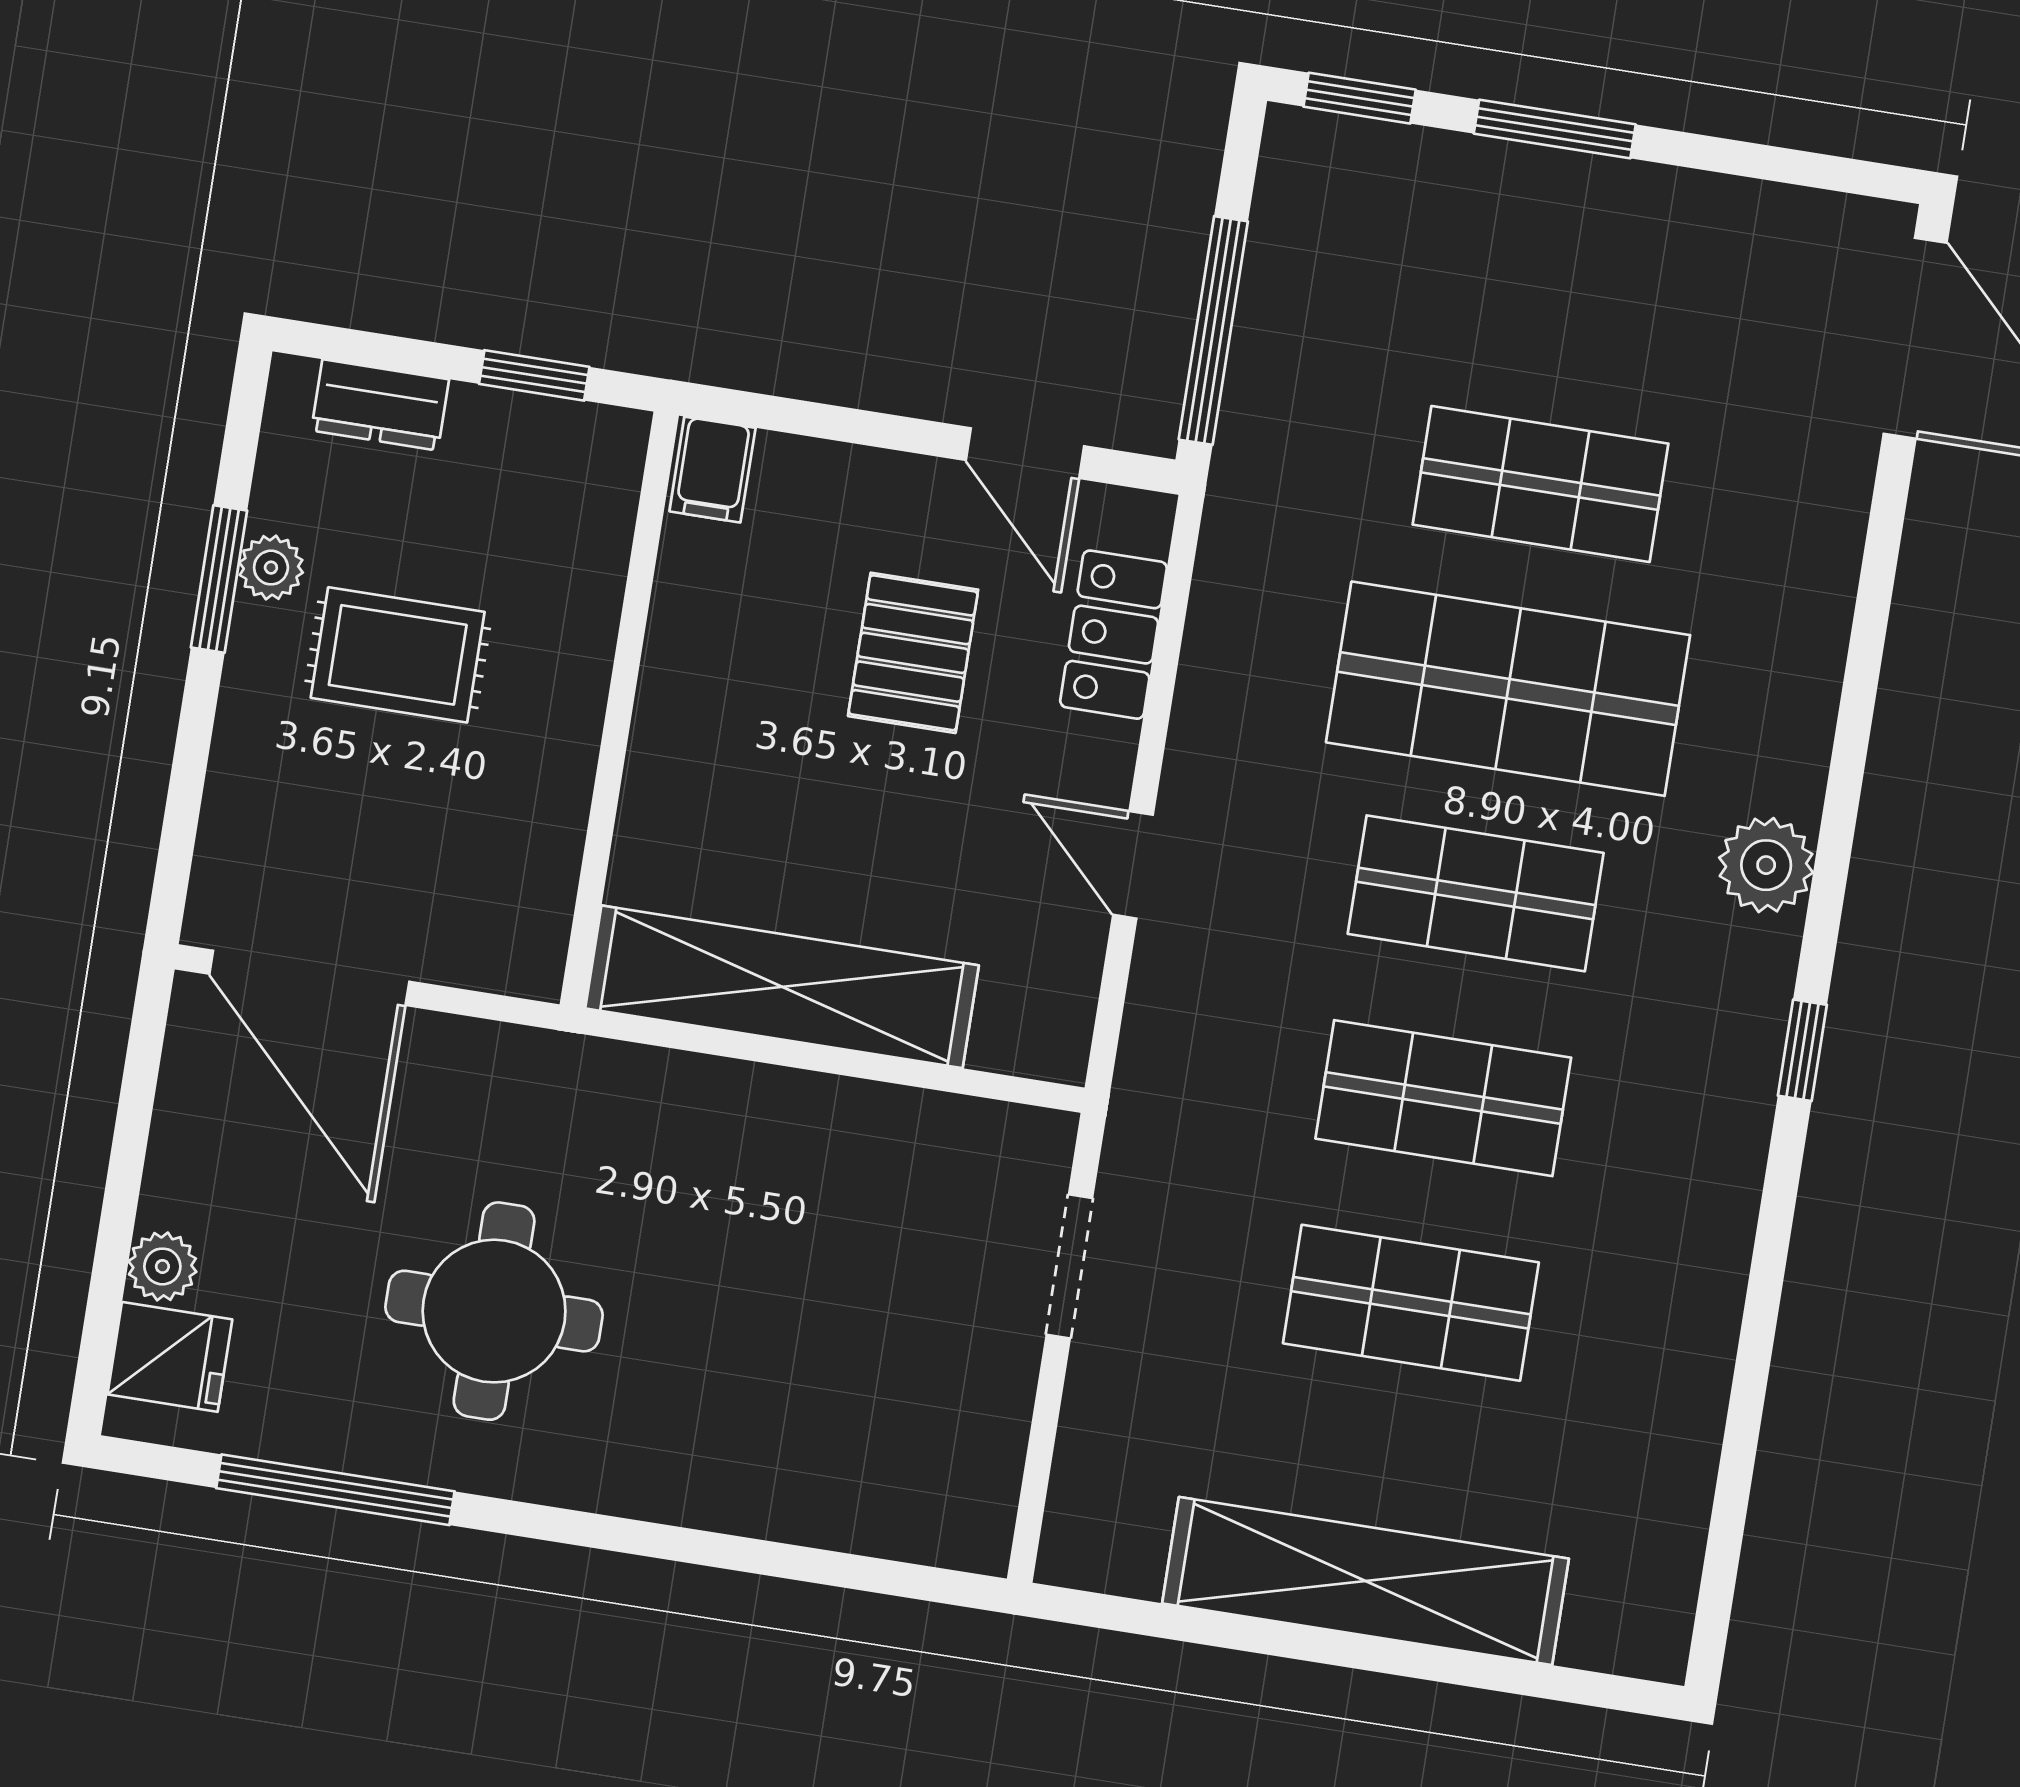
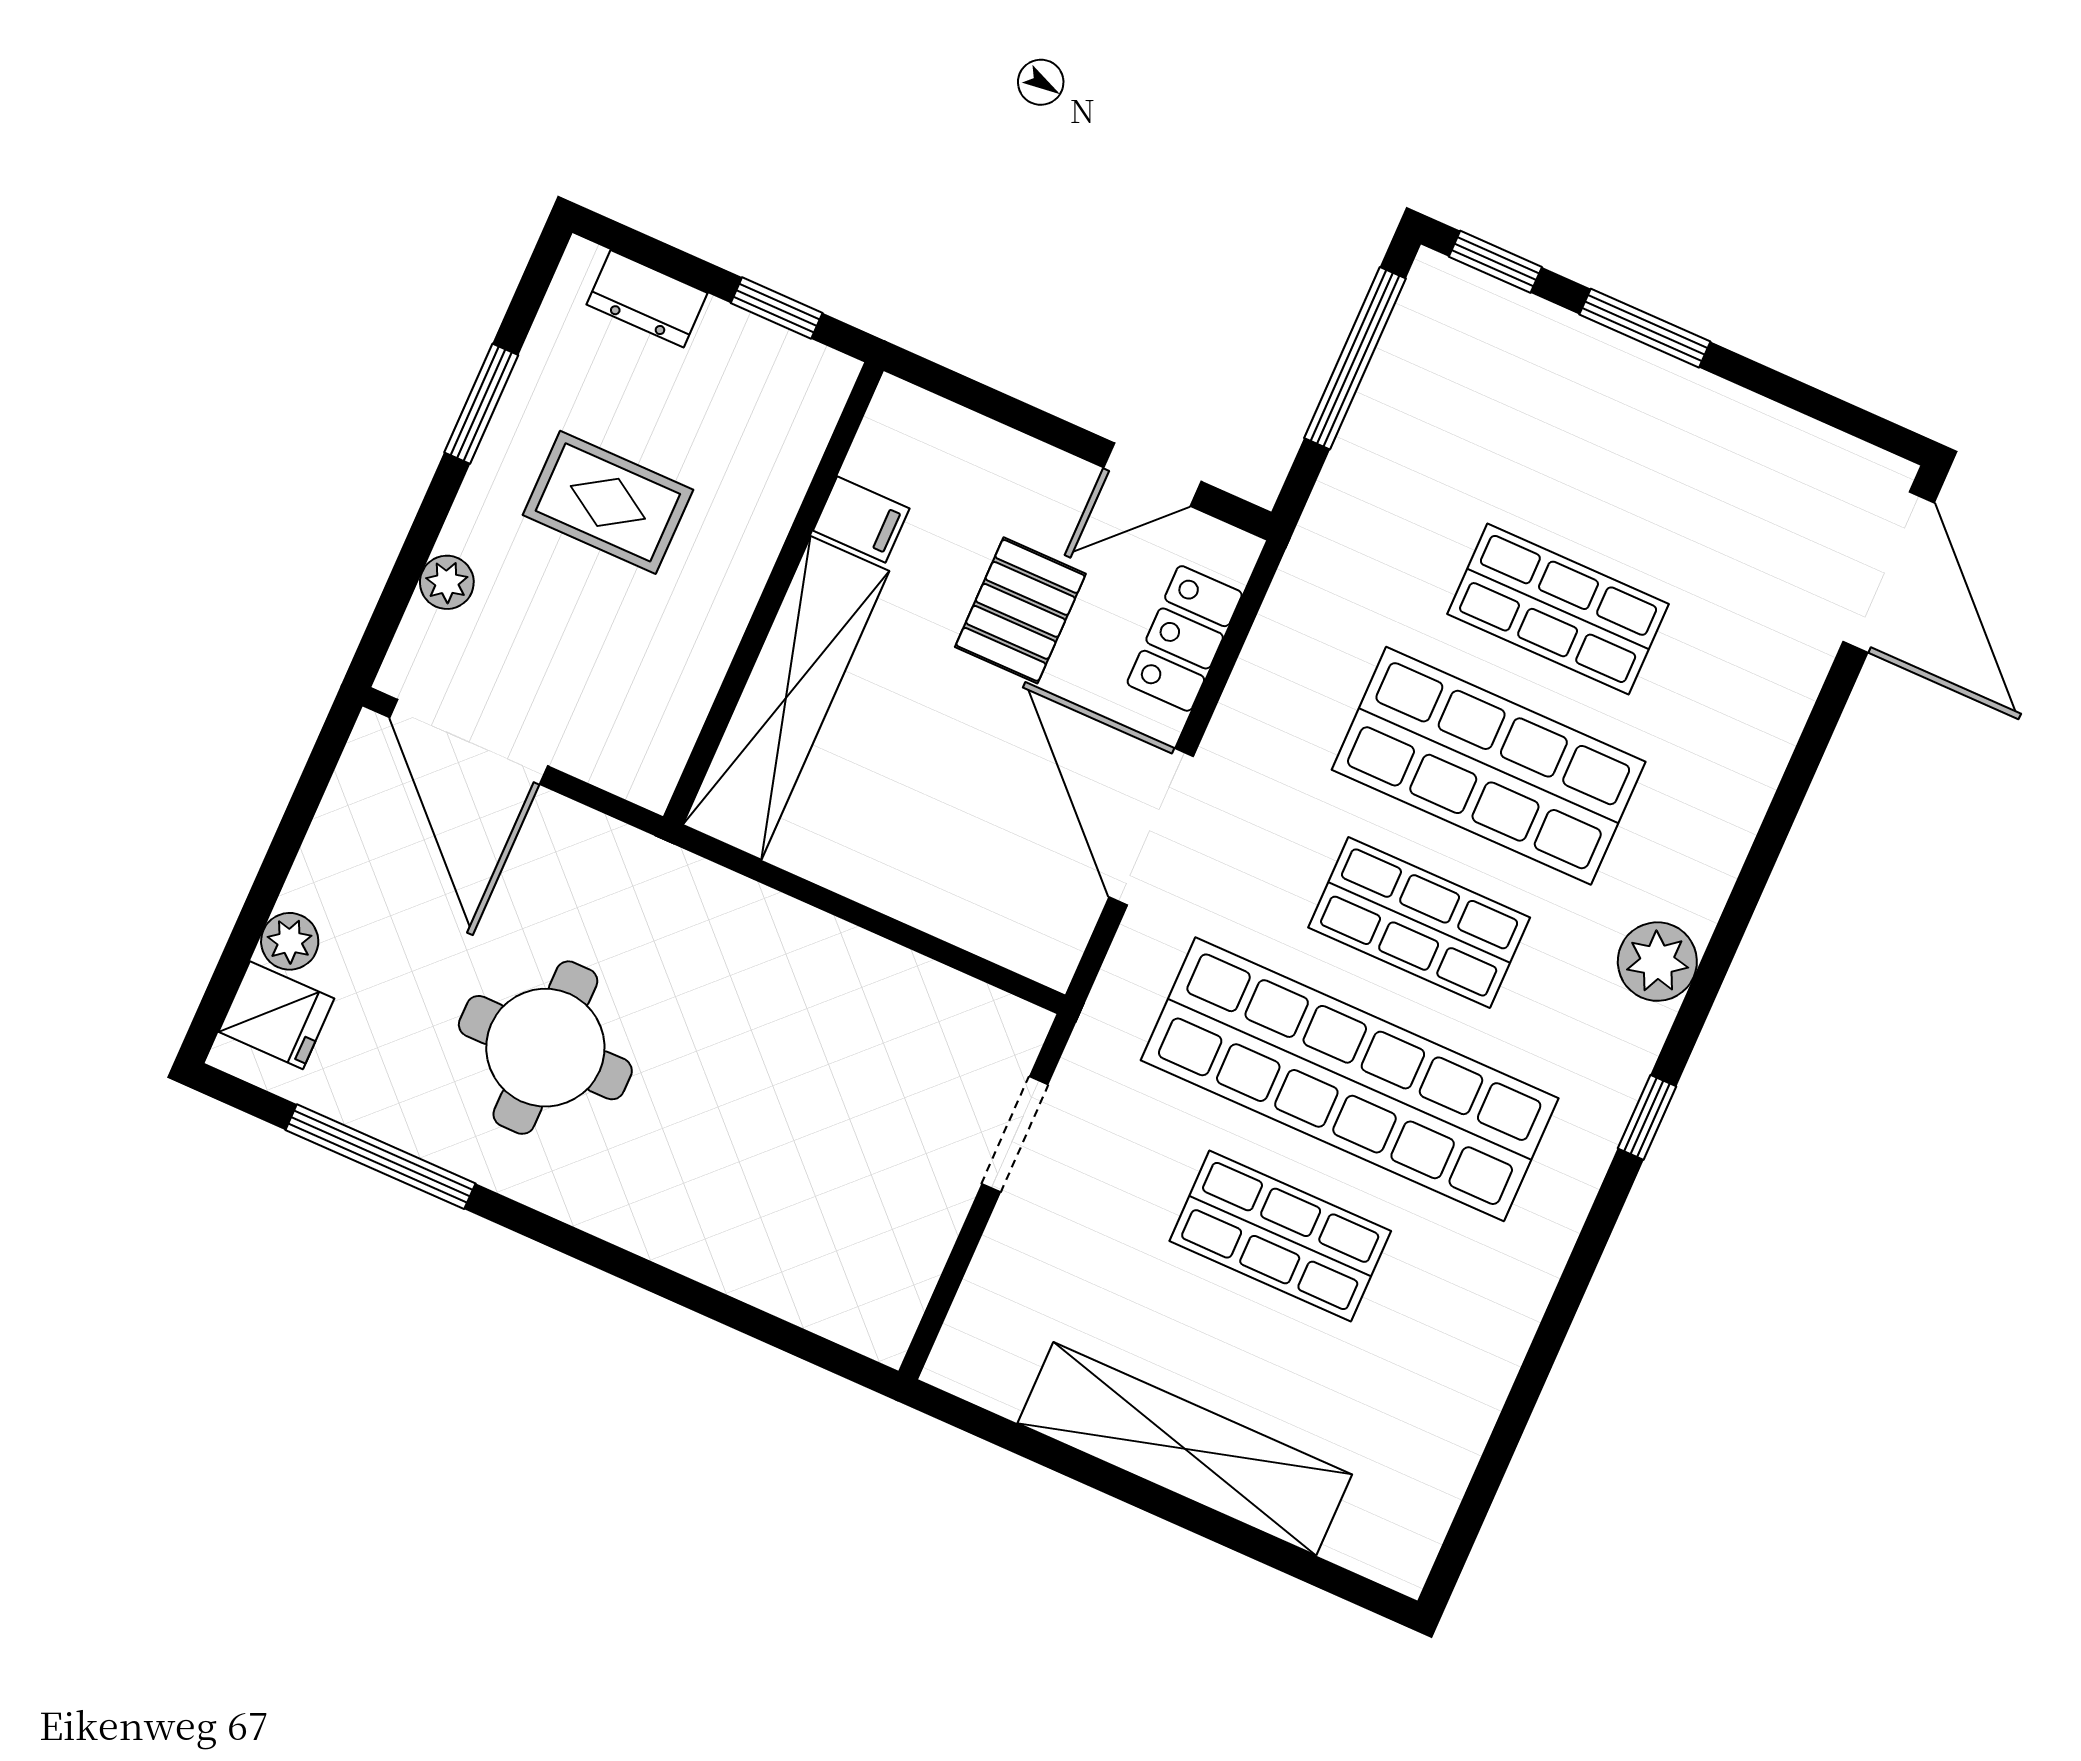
window: (1213, 330) -> (1355, 358), moved
door: (1025, 453) -> (1152, 475), hinge flipped
filing cabinet: (712, 470) -> (861, 520), moved, turned -90
plant: (271, 568) -> (447, 582), moved
door: (1133, 865) -> (1151, 827), width x1.88
shelving: (782, 987) -> (786, 698), moved, turned 90
shop shelf: (1443, 1098) -> (1350, 1079), width x2.00, depth x1.36

